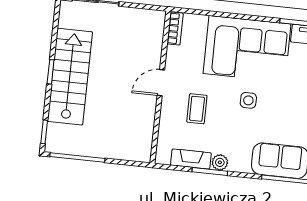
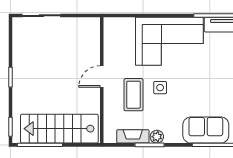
bookcase: (175, 28) -> (109, 31), removed
stairs: (70, 77) -> (59, 129), moved, turned -90
side table: (248, 100) -> (160, 88), moved
coffee table: (197, 109) -> (133, 95), width x1.36, depth x1.30

